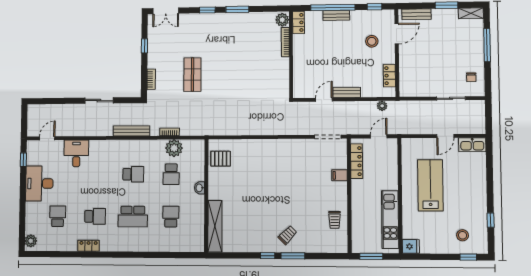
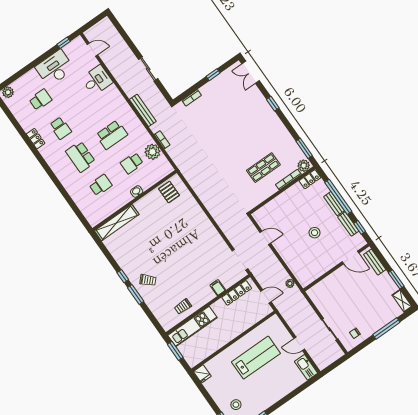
window: (237, 9) -> (304, 148), moved
stool: (372, 41) -> (315, 233), moved
shop shelf: (192, 75) -> (263, 168), moved
locker: (389, 76) -> (316, 273), removed
bench: (347, 92) -> (348, 224), moved
school desk: (133, 174) -> (112, 135), width x1.85
kitchen unit: (390, 220) -> (192, 326), moved, turned 180

